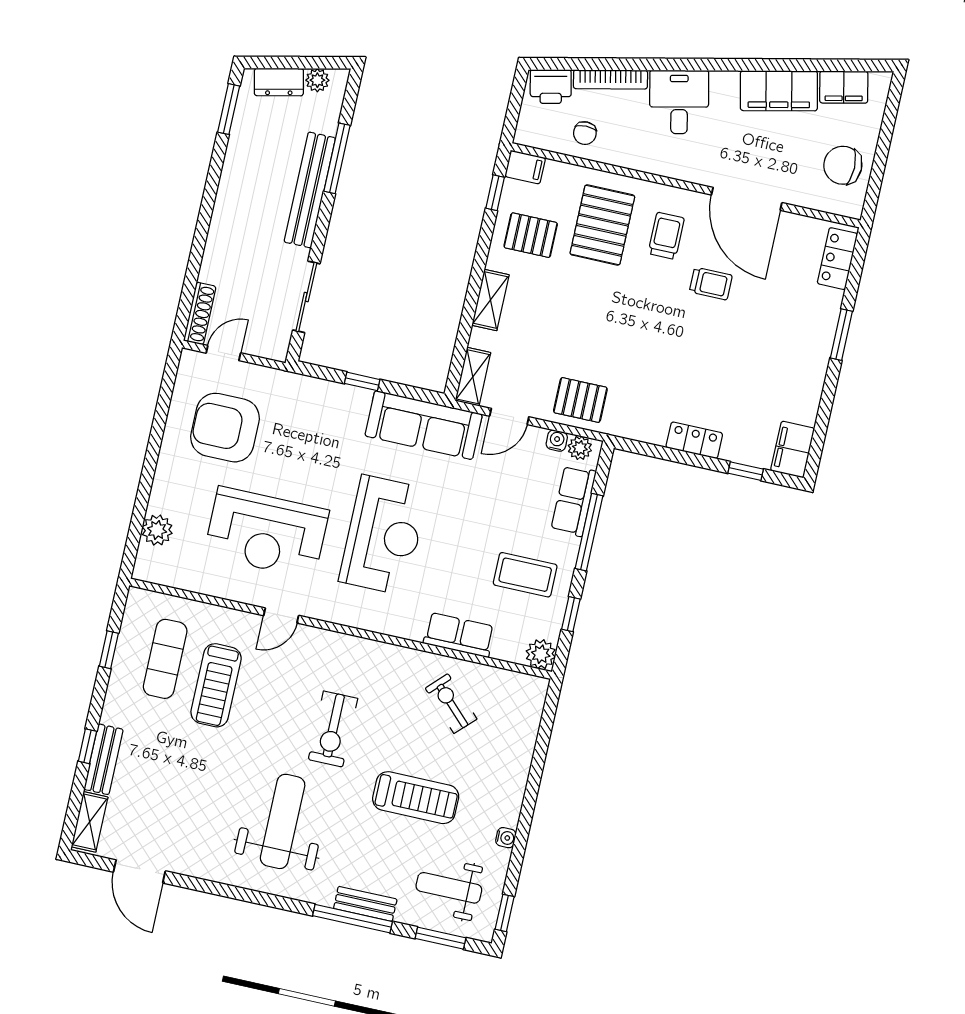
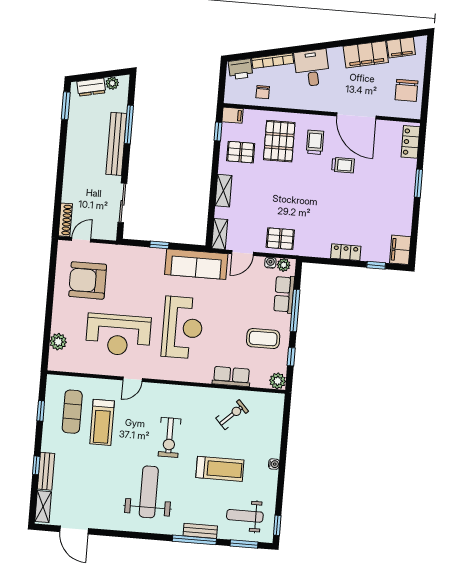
chair: (843, 165) -> (406, 90), turned -90
exercise bike: (451, 704) -> (232, 415), turned 92
water cooler: (506, 838) -> (274, 464), moved

